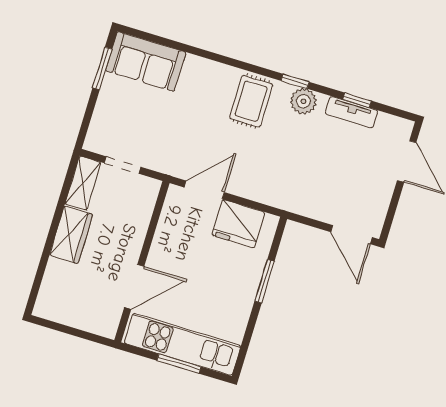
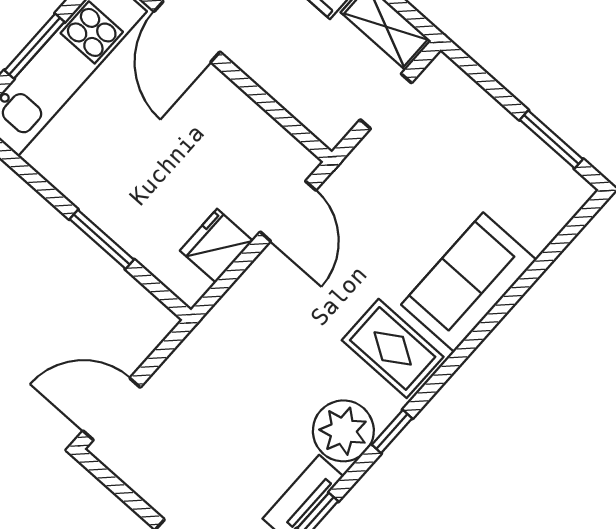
sofa: (146, 61) -> (469, 282), moved
plant: (303, 101) -> (343, 431), width x1.36, depth x1.36
fridge: (238, 224) -> (216, 246), width x0.73, depth x0.75

